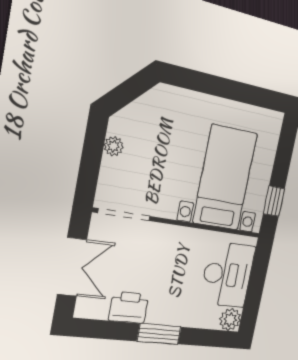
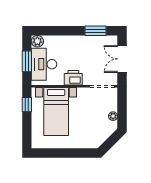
window: (256, 283) -> (27, 61), added
printer: (129, 307) -> (73, 78), moved, turned 180
window: (159, 334) -> (96, 31), moved

